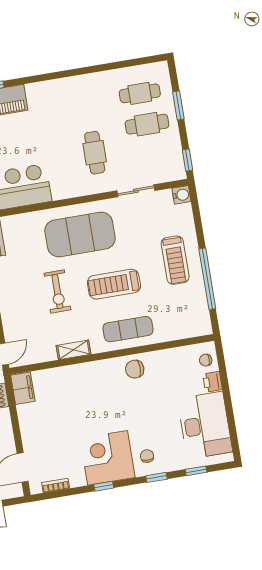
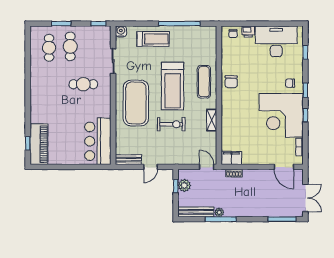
treadmill: (175, 260) -> (153, 39), moved
treadmill: (114, 284) -> (173, 86), width x1.37, depth x1.38
corner desk: (108, 458) -> (281, 115), width x1.36, depth x1.36
window: (156, 477) -> (305, 90), moved

